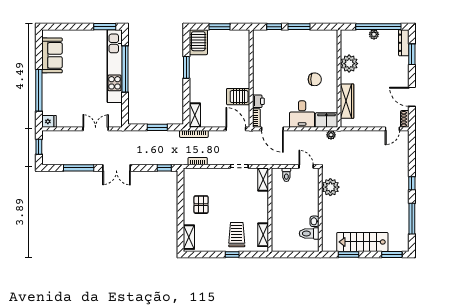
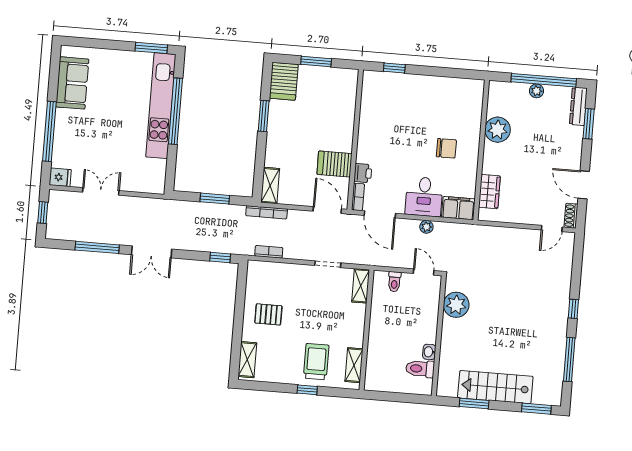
window: (299, 27) -> (430, 71), removed
wardrobe: (347, 101) -> (489, 192), width x0.67
double door: (96, 129) -> (101, 191), moved
plant: (331, 135) -> (426, 227), moved
pallet: (201, 205) -> (268, 314), turned 90

